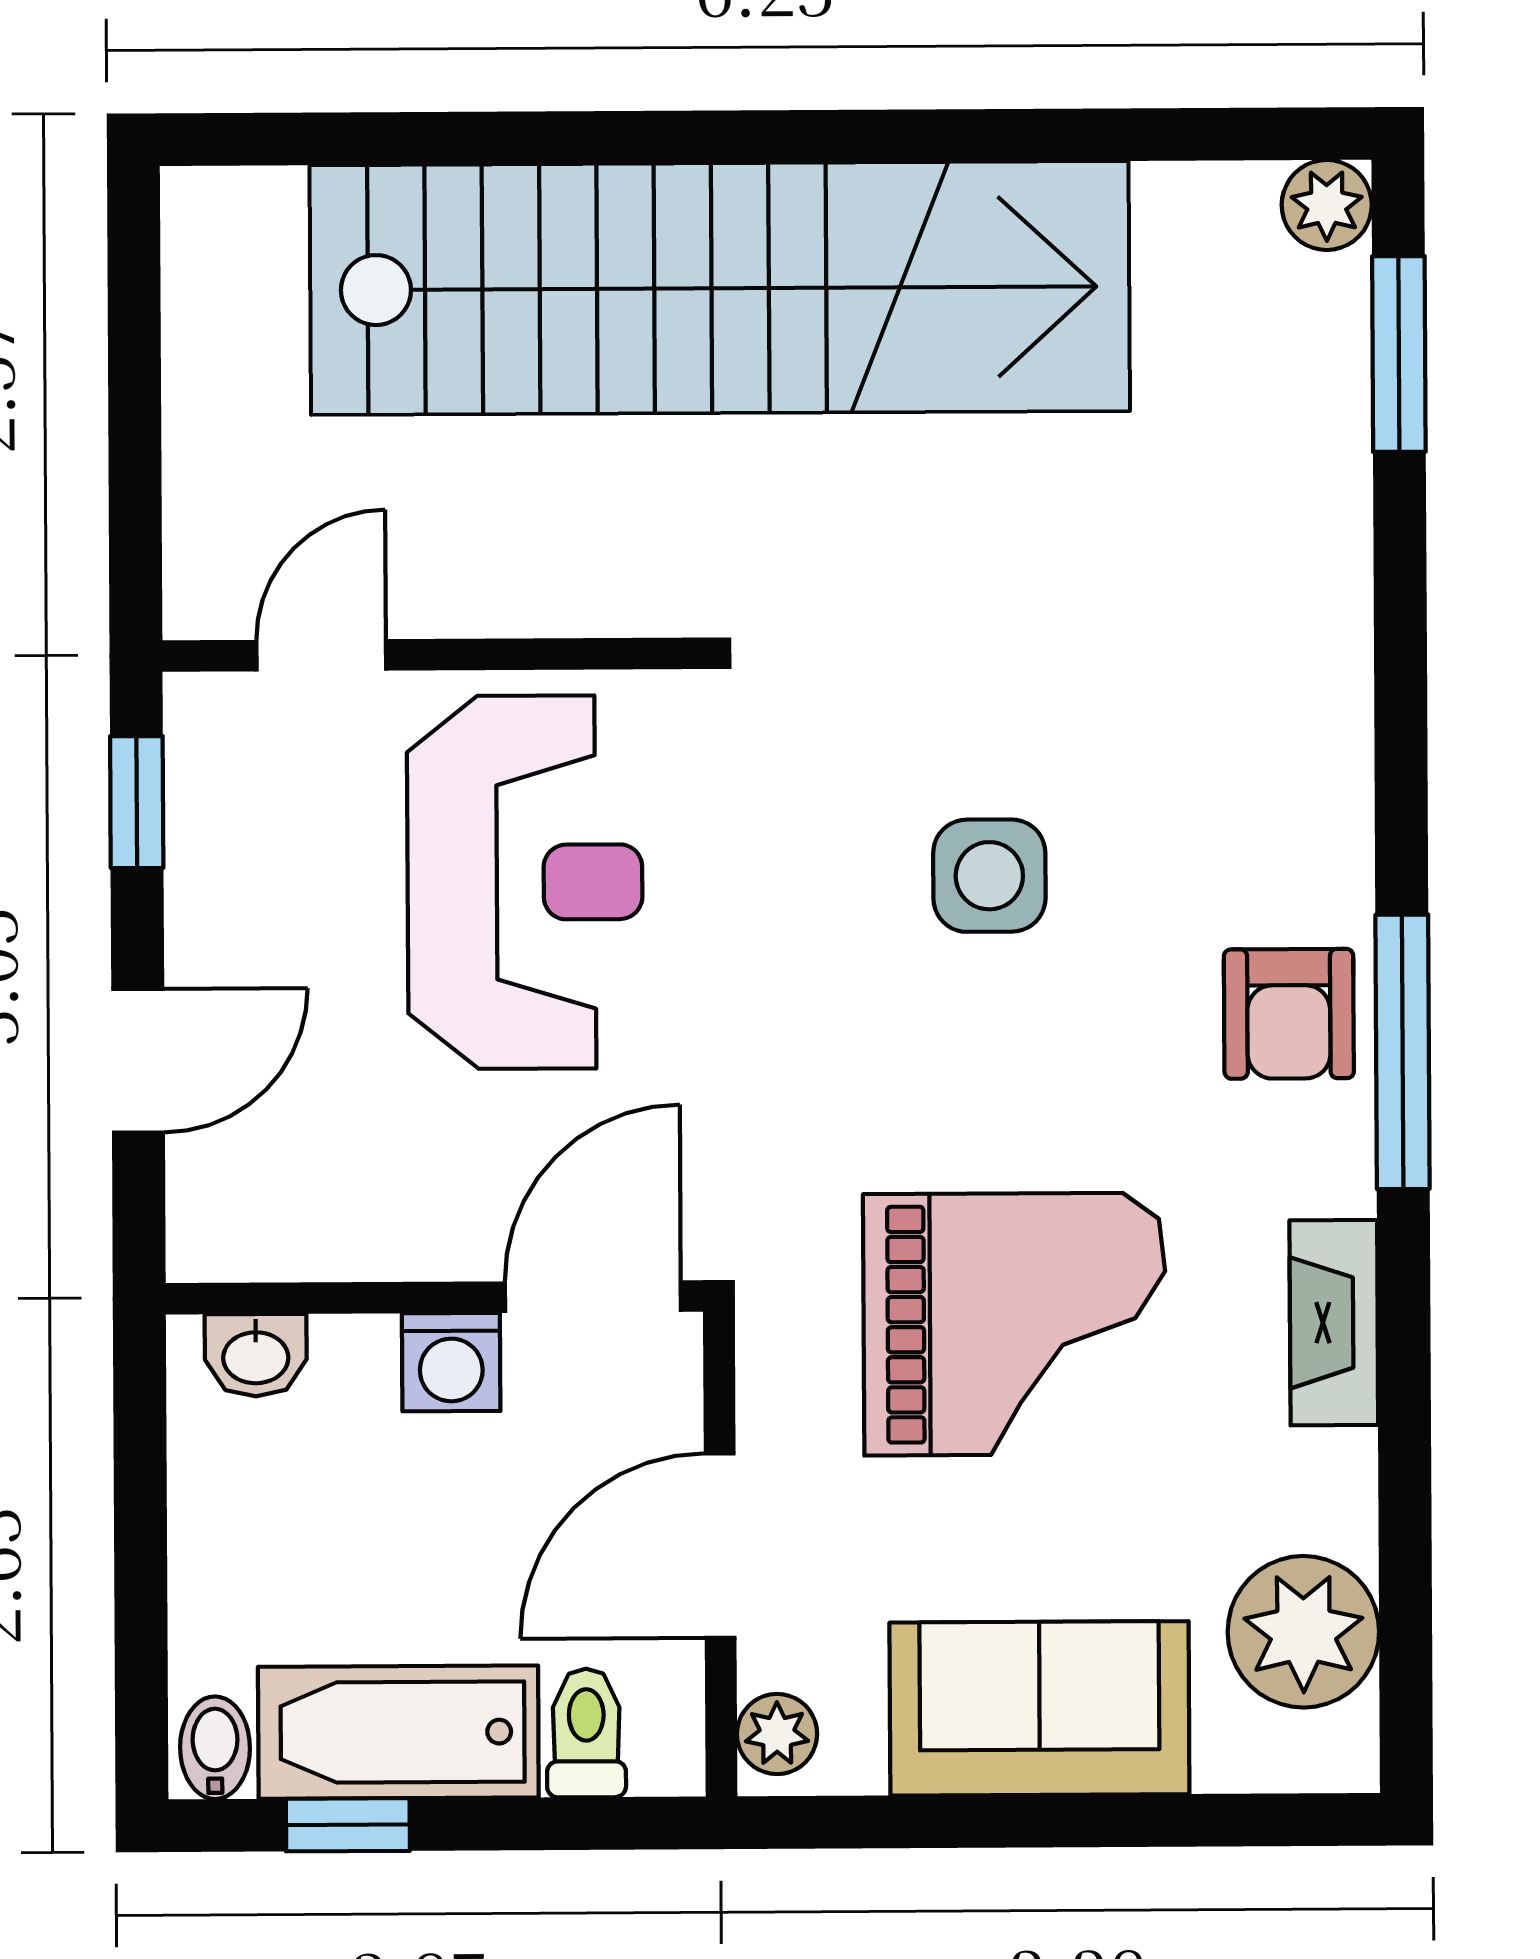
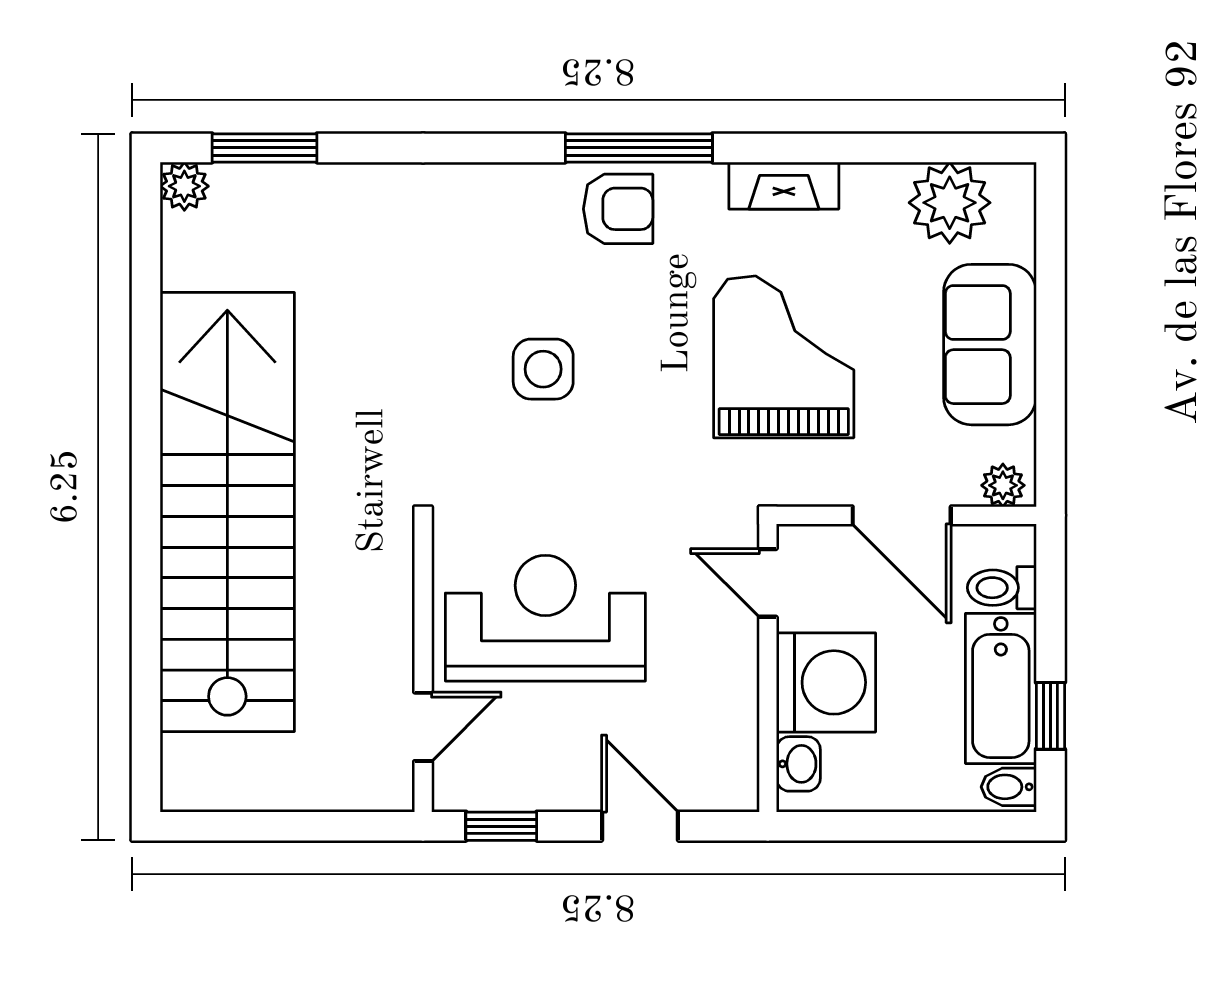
door: (321, 655) -> (423, 727), swing flipped
door: (593, 1297) -> (768, 583), width x0.73
washing machine: (451, 1362) -> (826, 682), width x1.89, depth x1.89

